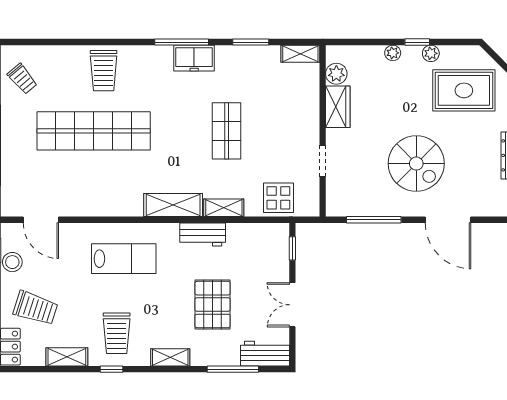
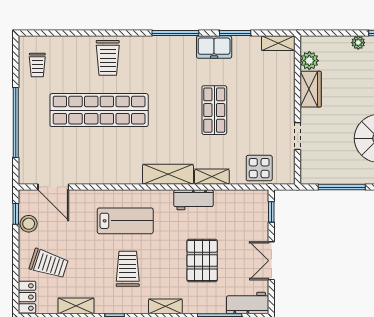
freezer: (194, 58) -> (214, 47), moved
trolley: (22, 79) -> (37, 65), turned 40
trolley: (117, 333) -> (128, 269), moved, turned 180

